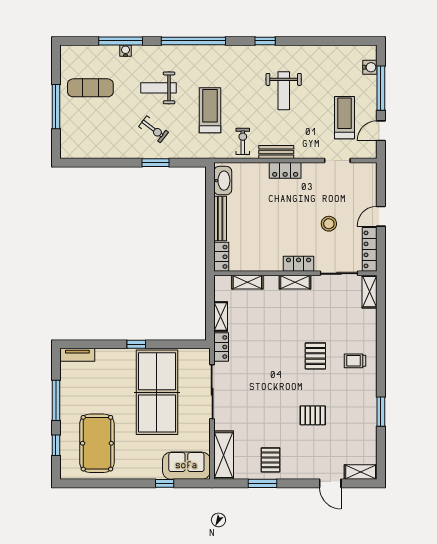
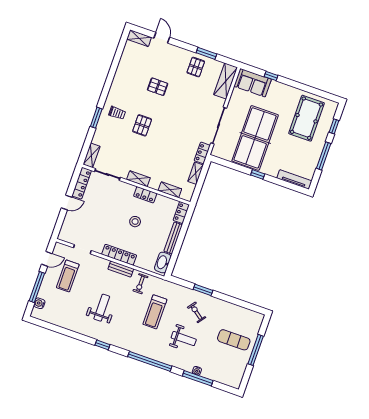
exercise mat: (90, 88) -> (234, 340), moved
locker: (285, 170) -> (119, 255), width x1.53
stool: (329, 224) -> (135, 222), moved
locker: (299, 264) -> (145, 195), moved
tv unit: (77, 355) -> (294, 179), width x1.41
window: (381, 412) -> (96, 118), moved

